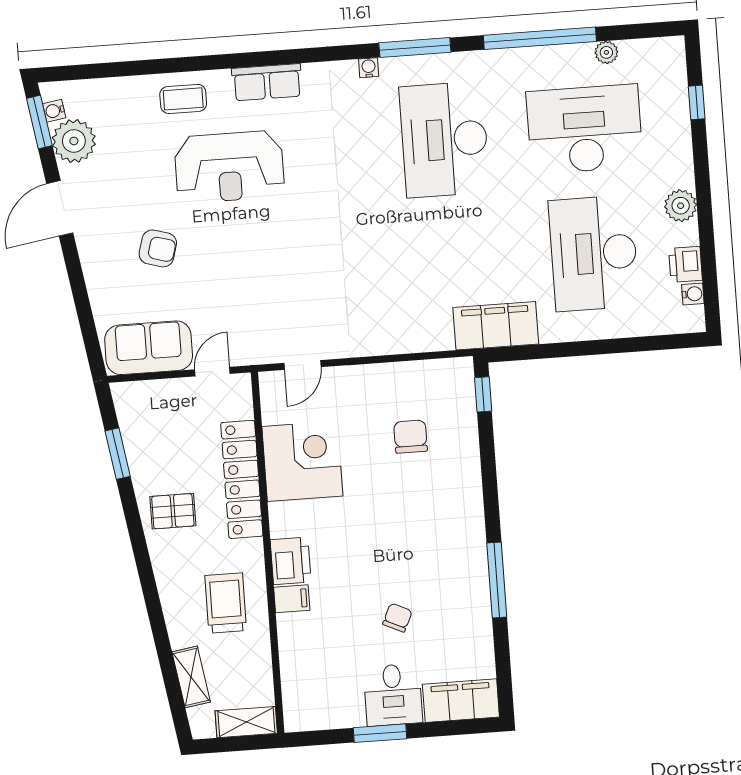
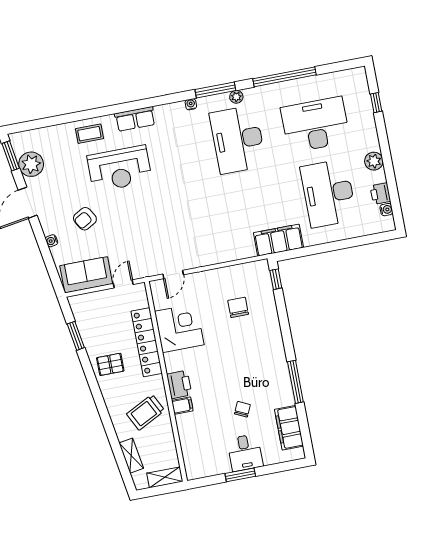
plant: (606, 52) -> (236, 97), moved
water cooler: (54, 111) -> (52, 241), moved
armchair: (158, 248) -> (85, 219), turned 134
trolley: (226, 603) -> (146, 412), turned -117
filing cabinet: (461, 701) -> (289, 428), moved, turned -90

